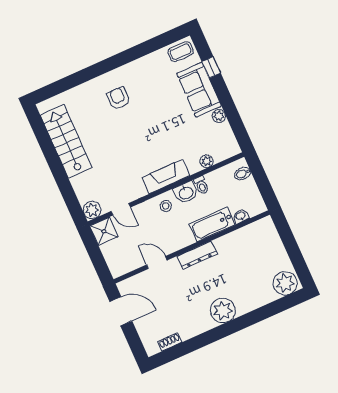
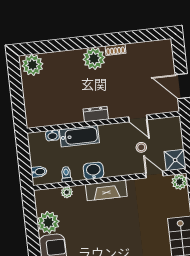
plant: (219, 116) -> (48, 222), width x1.88, depth x1.88
toilet: (201, 185) -> (66, 174), moved
stool: (166, 206) -> (141, 147), moved
dresser: (197, 255) -> (96, 114), width x0.70
shoe rack: (170, 342) -> (115, 50), moved

